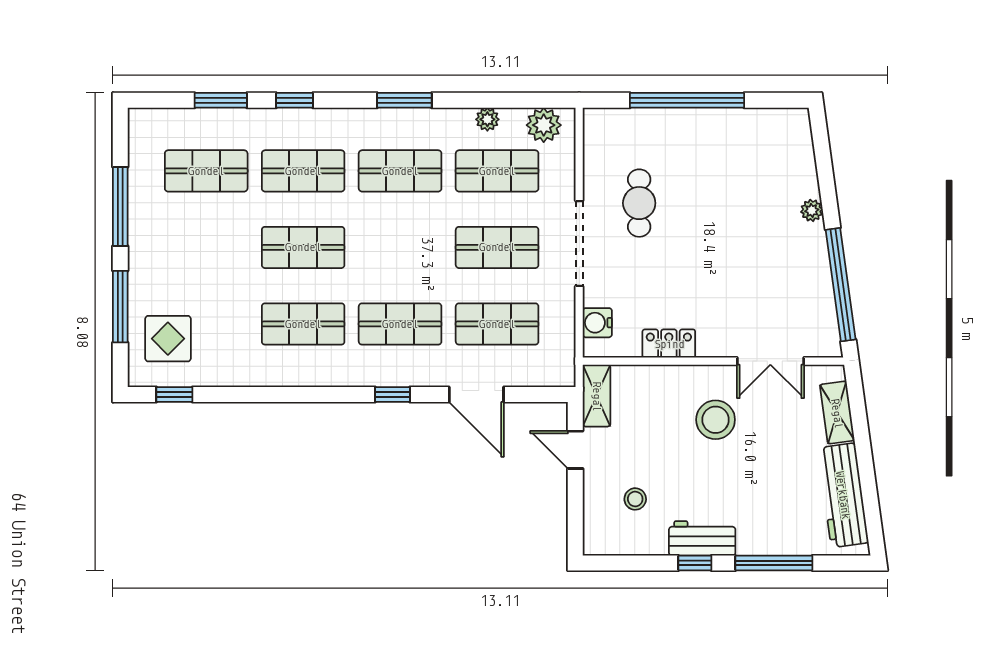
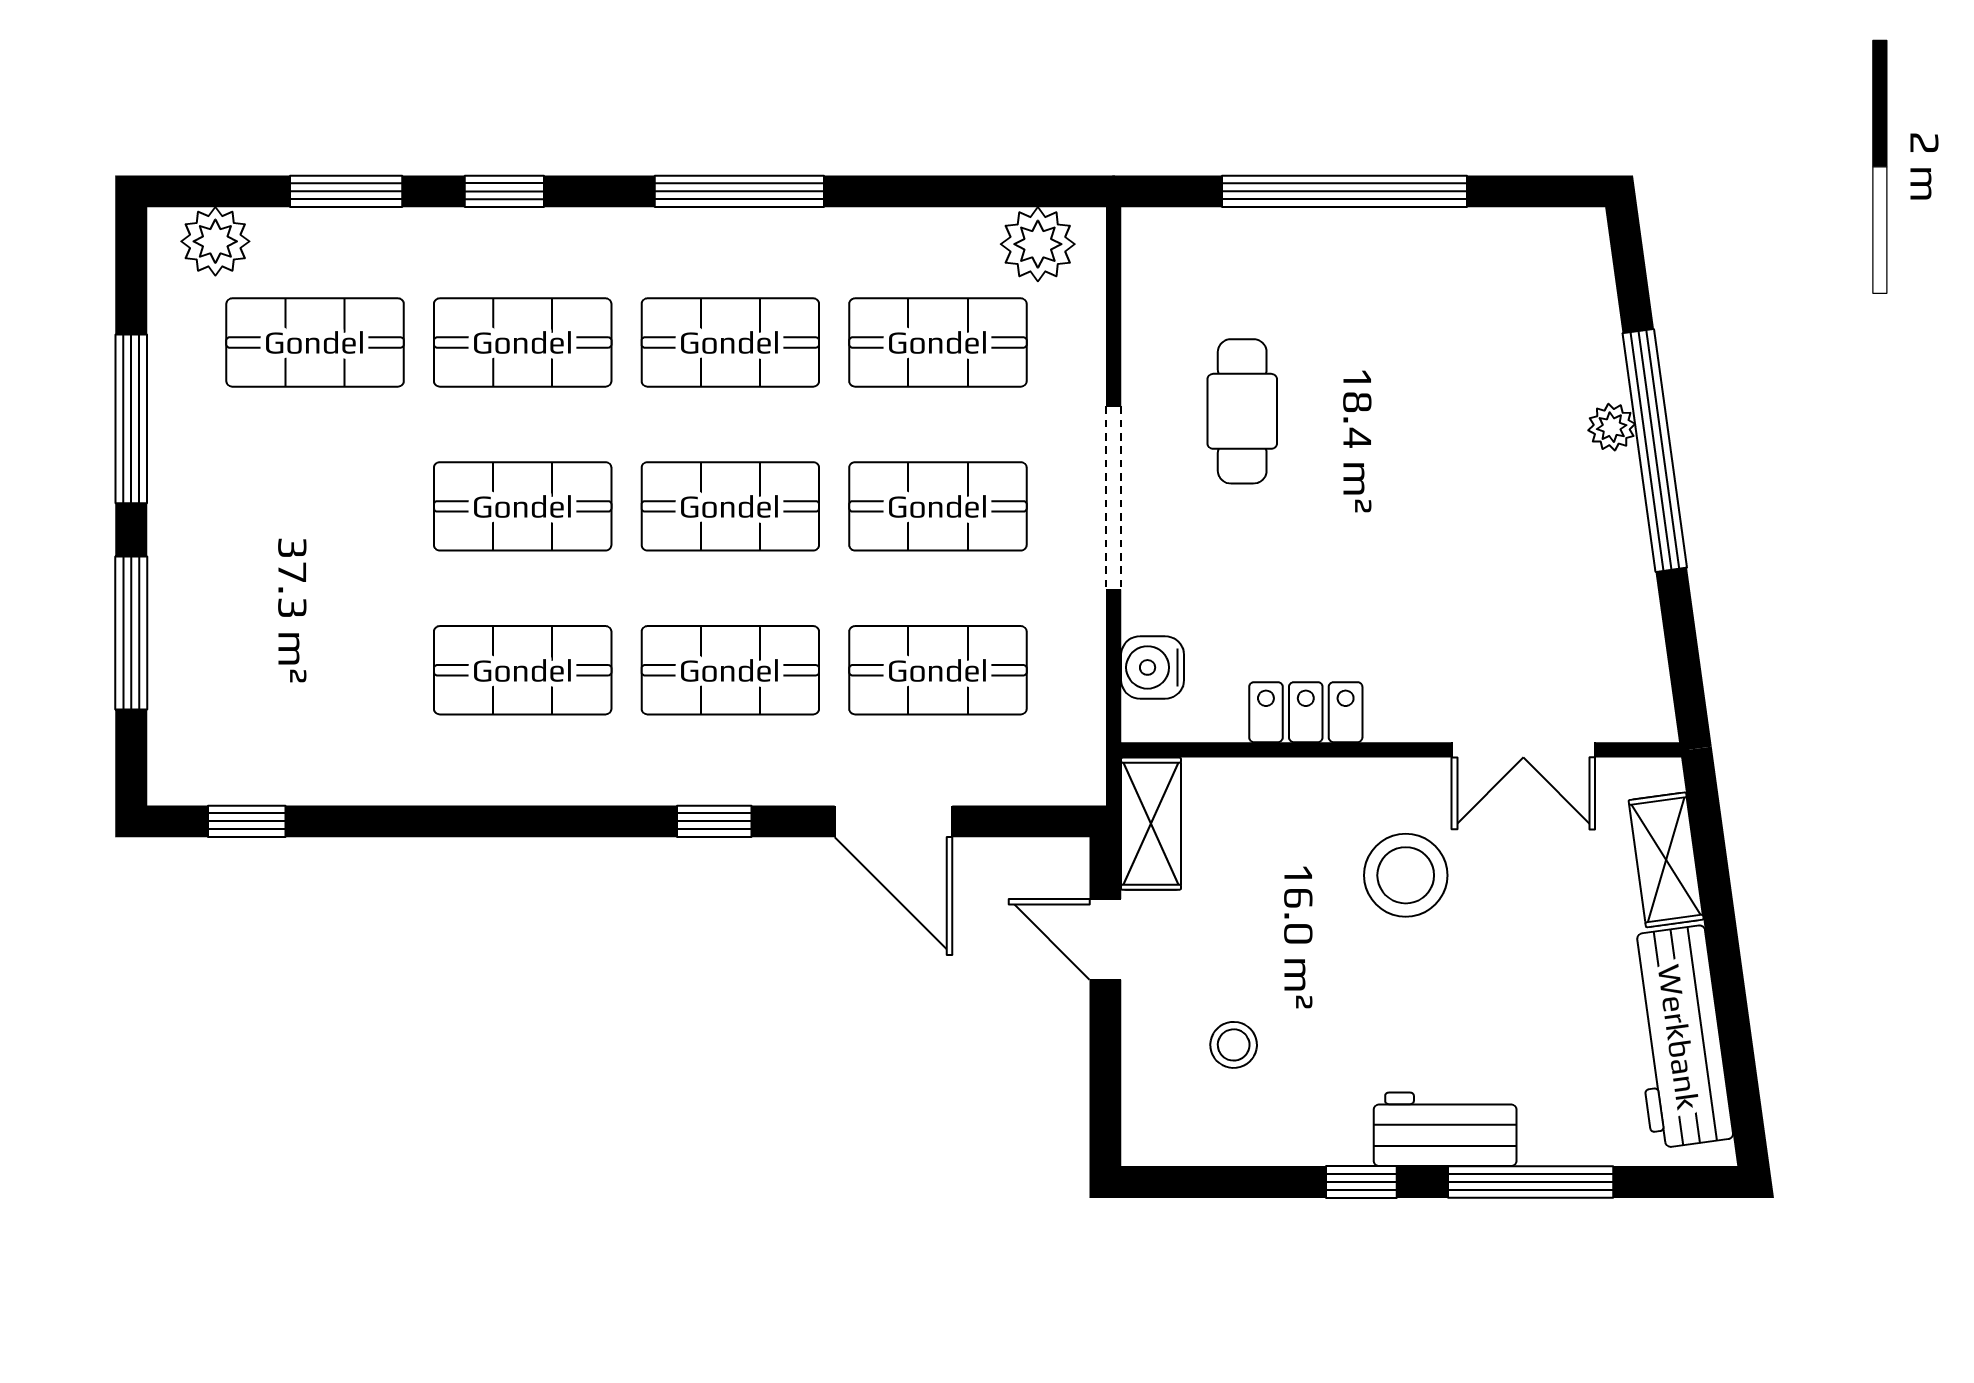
window: (404, 100) -> (739, 191), width x1.44
plant: (487, 119) -> (215, 241), moved, width x1.38, depth x1.38
shop shelf: (400, 247) -> (730, 506), added
window: (841, 285) -> (1655, 450), moved
display table: (168, 339) -> (233, 702), removed
workbench: (702, 538) -> (1445, 1129), moved

